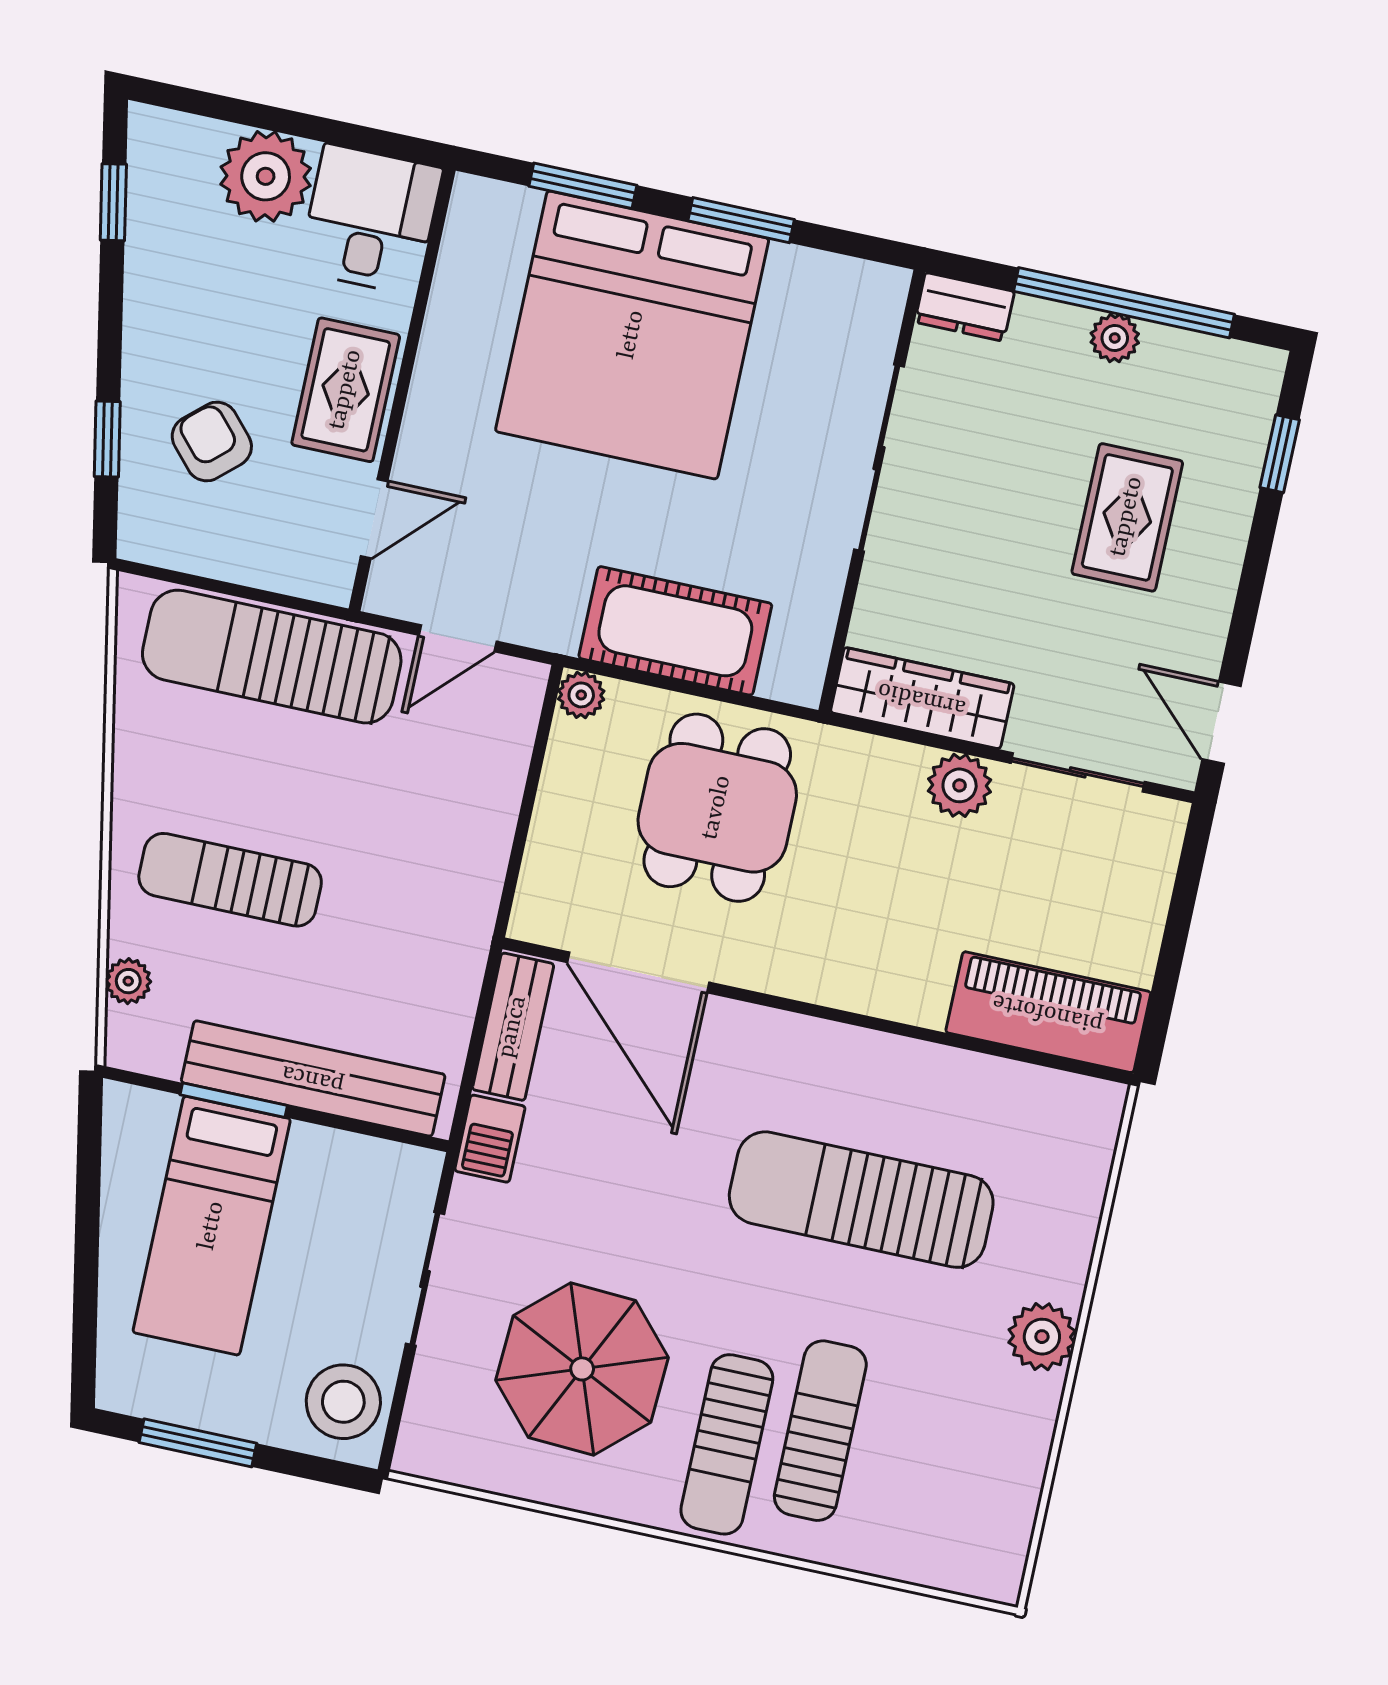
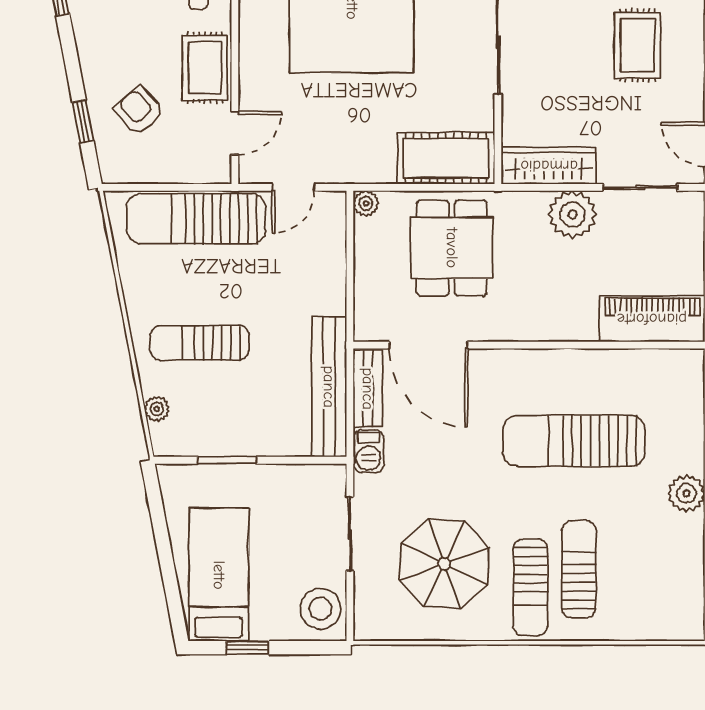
cot: (675, 631) -> (446, 158), moved
plant: (960, 785) -> (572, 214), width x1.36, depth x1.36
bench: (313, 1078) -> (329, 387), moved, turned 90
bed: (212, 1226) -> (219, 575), moved, turned 180
window: (198, 1443) -> (247, 648), width x0.67

